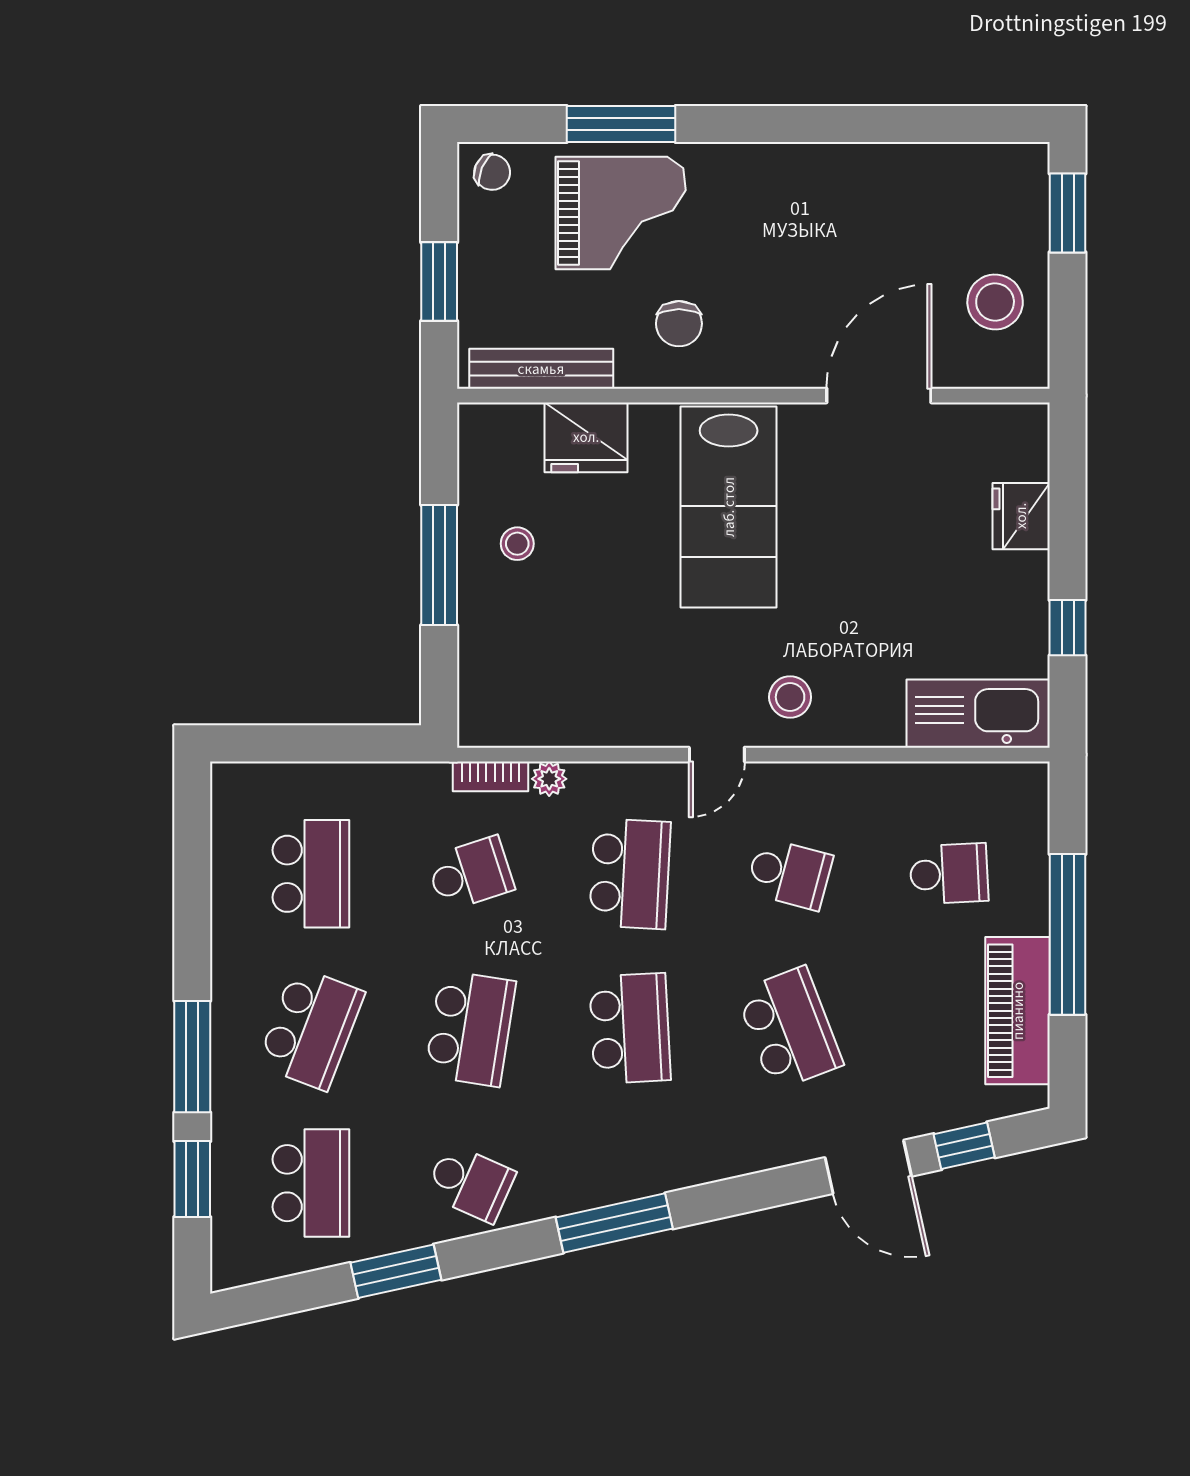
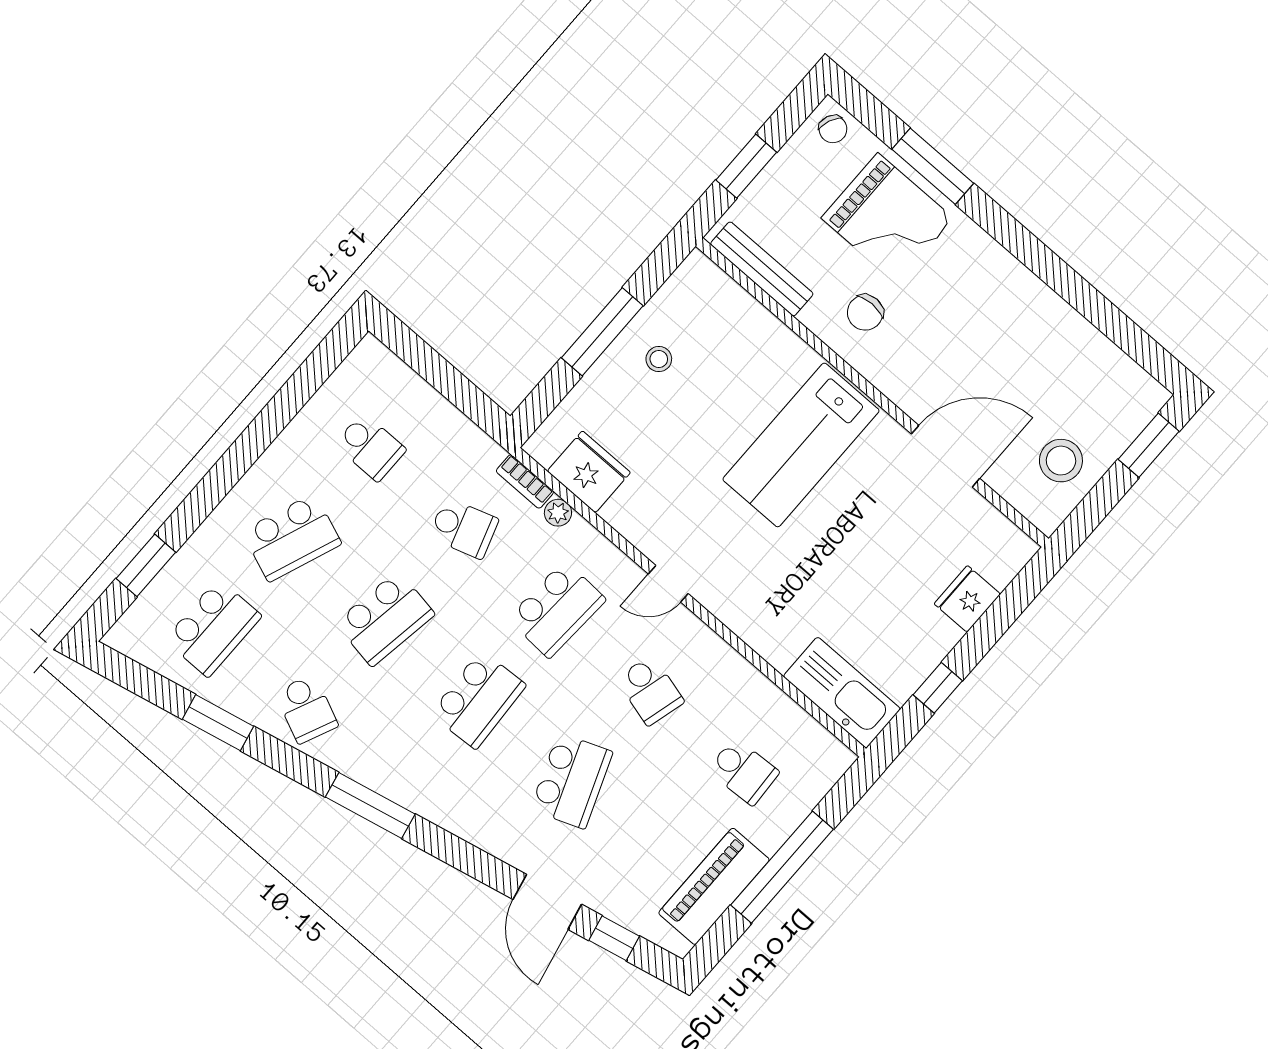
fridge: (586, 437) -> (589, 472), moved, turned 180
stool: (790, 697) -> (740, 587), removed
school desk: (311, 874) -> (370, 447), width x0.54
window: (192, 1057) -> (208, 494), removed

